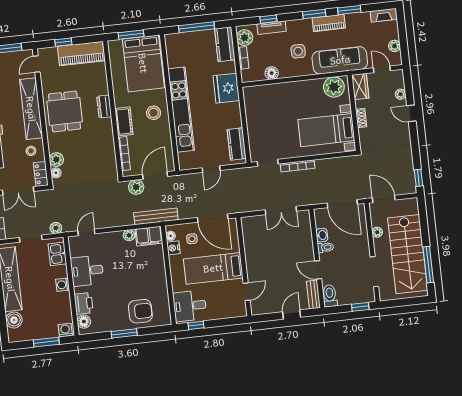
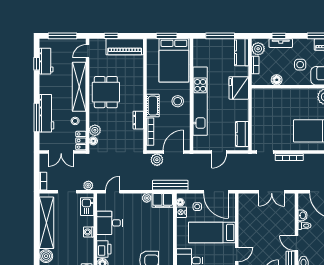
dresser: (104, 107) -> (138, 120), moved

